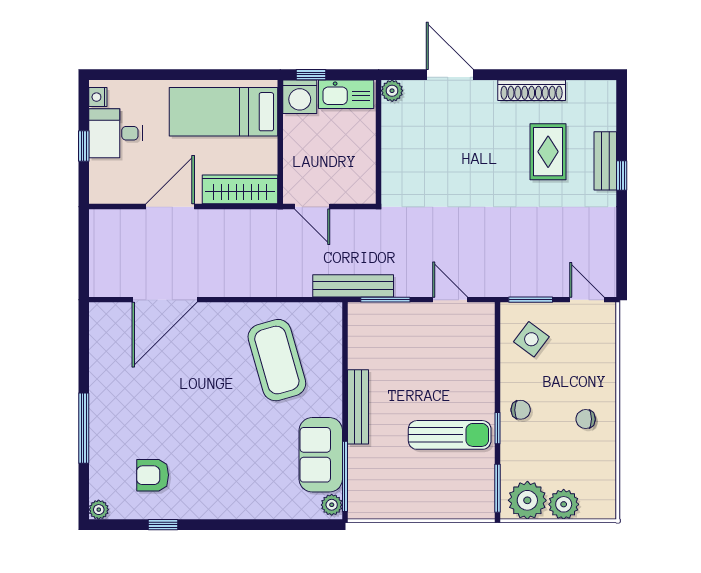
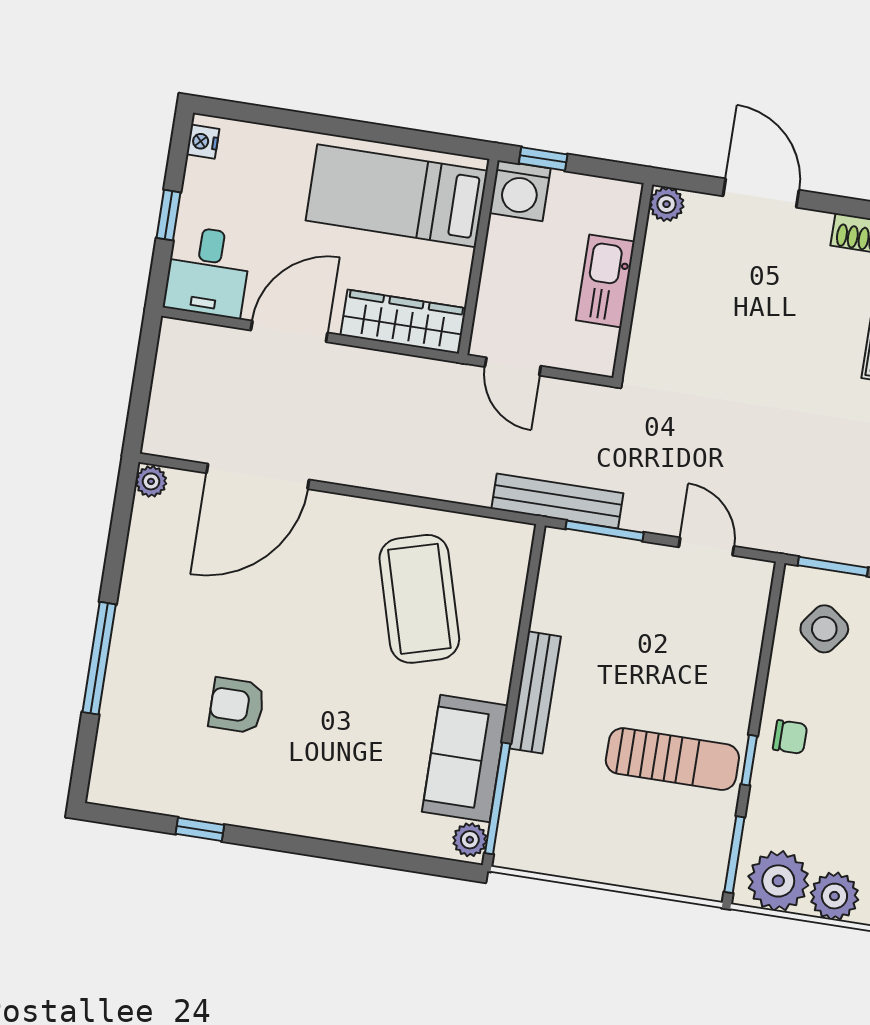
kitchen sink: (346, 94) -> (605, 281), moved, turned 90
desk: (115, 133) -> (208, 272), moved, turned -90
armchair: (153, 475) -> (237, 705), moved
plant: (99, 510) -> (151, 481), moved

